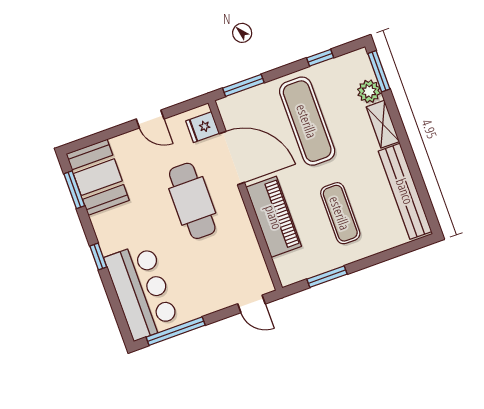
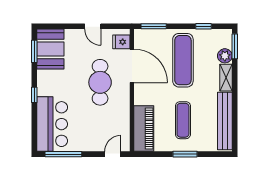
piano: (274, 217) -> (144, 129), moved
window: (327, 277) -> (185, 154), moved
door: (252, 304) -> (113, 154), swing flipped

